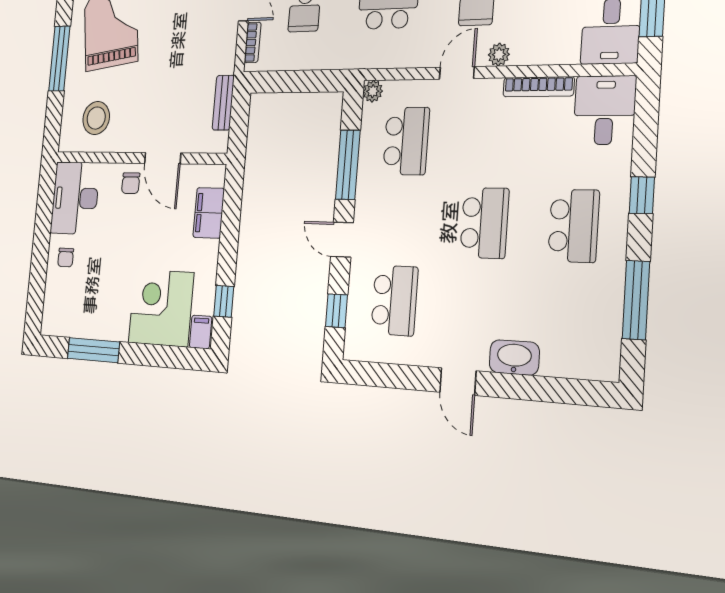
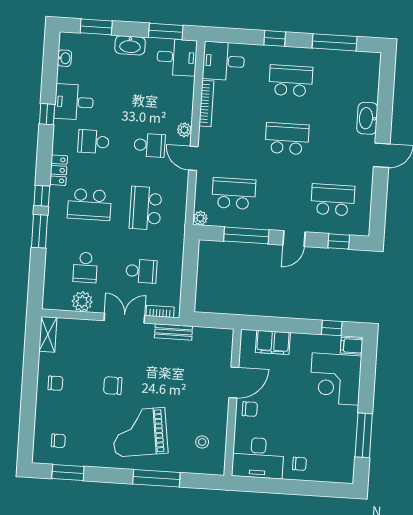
bench: (223, 103) -> (173, 332), moved
stool: (96, 118) -> (202, 442), width x0.53, depth x0.53

